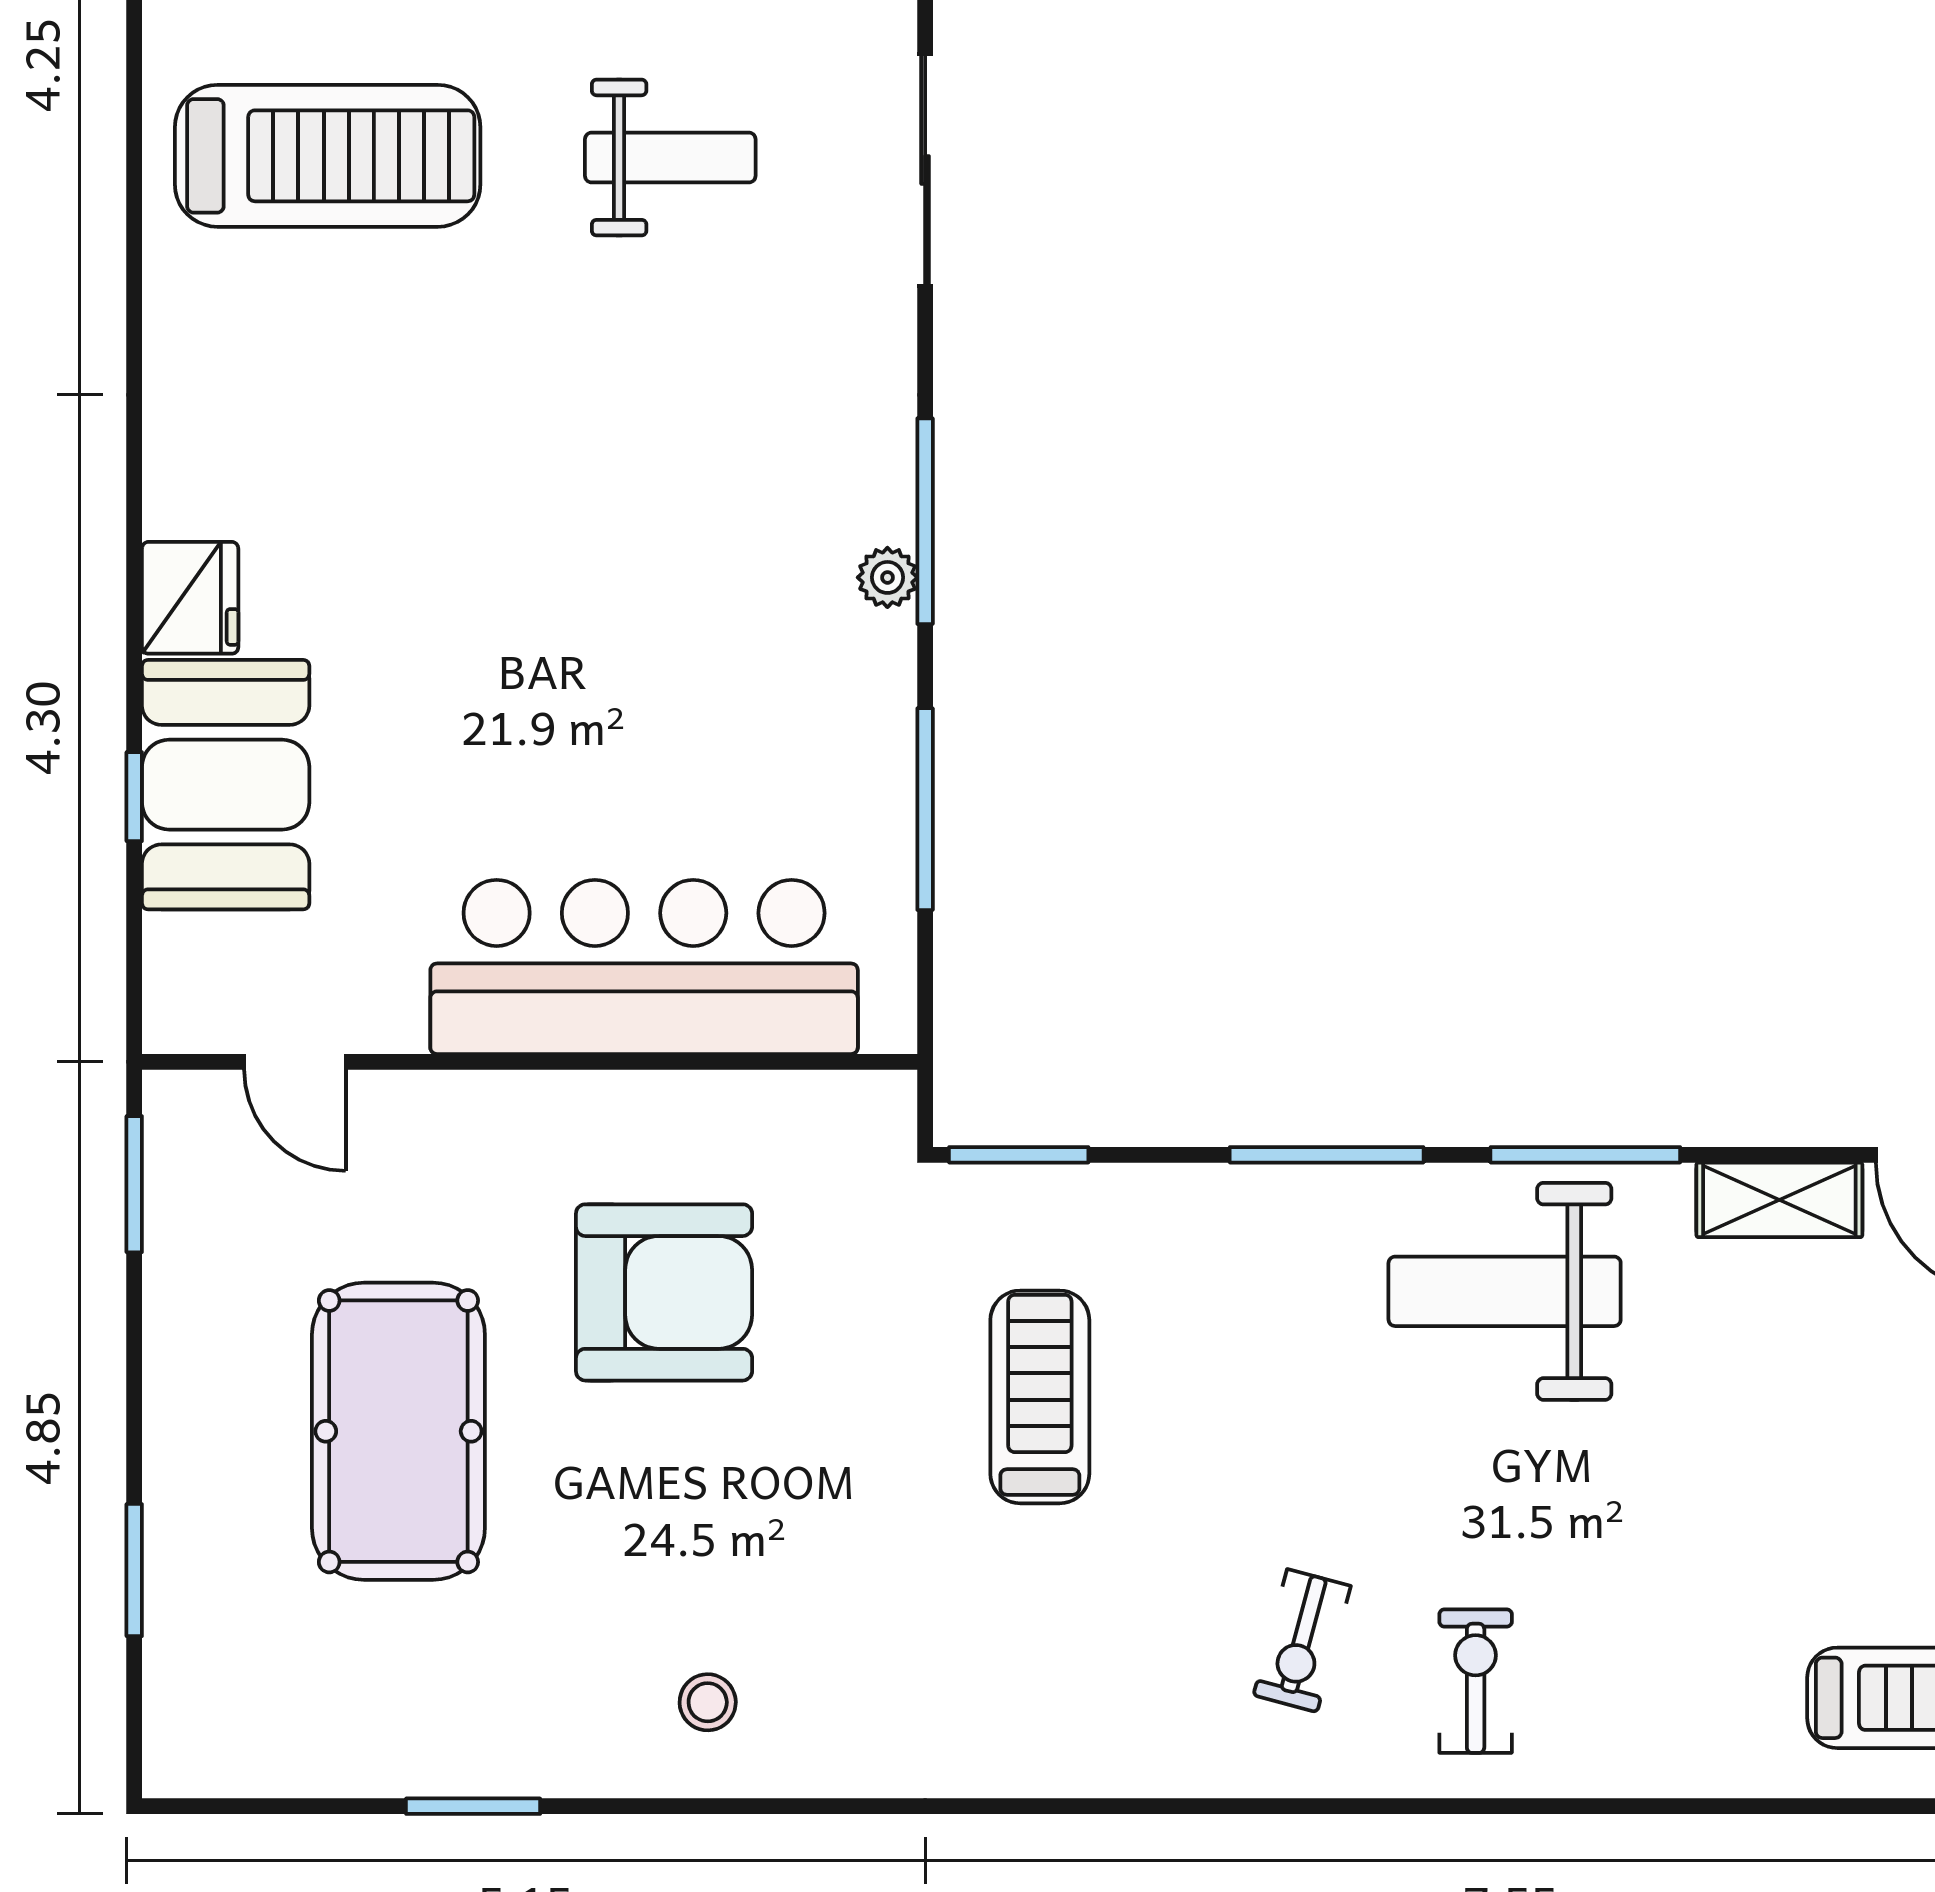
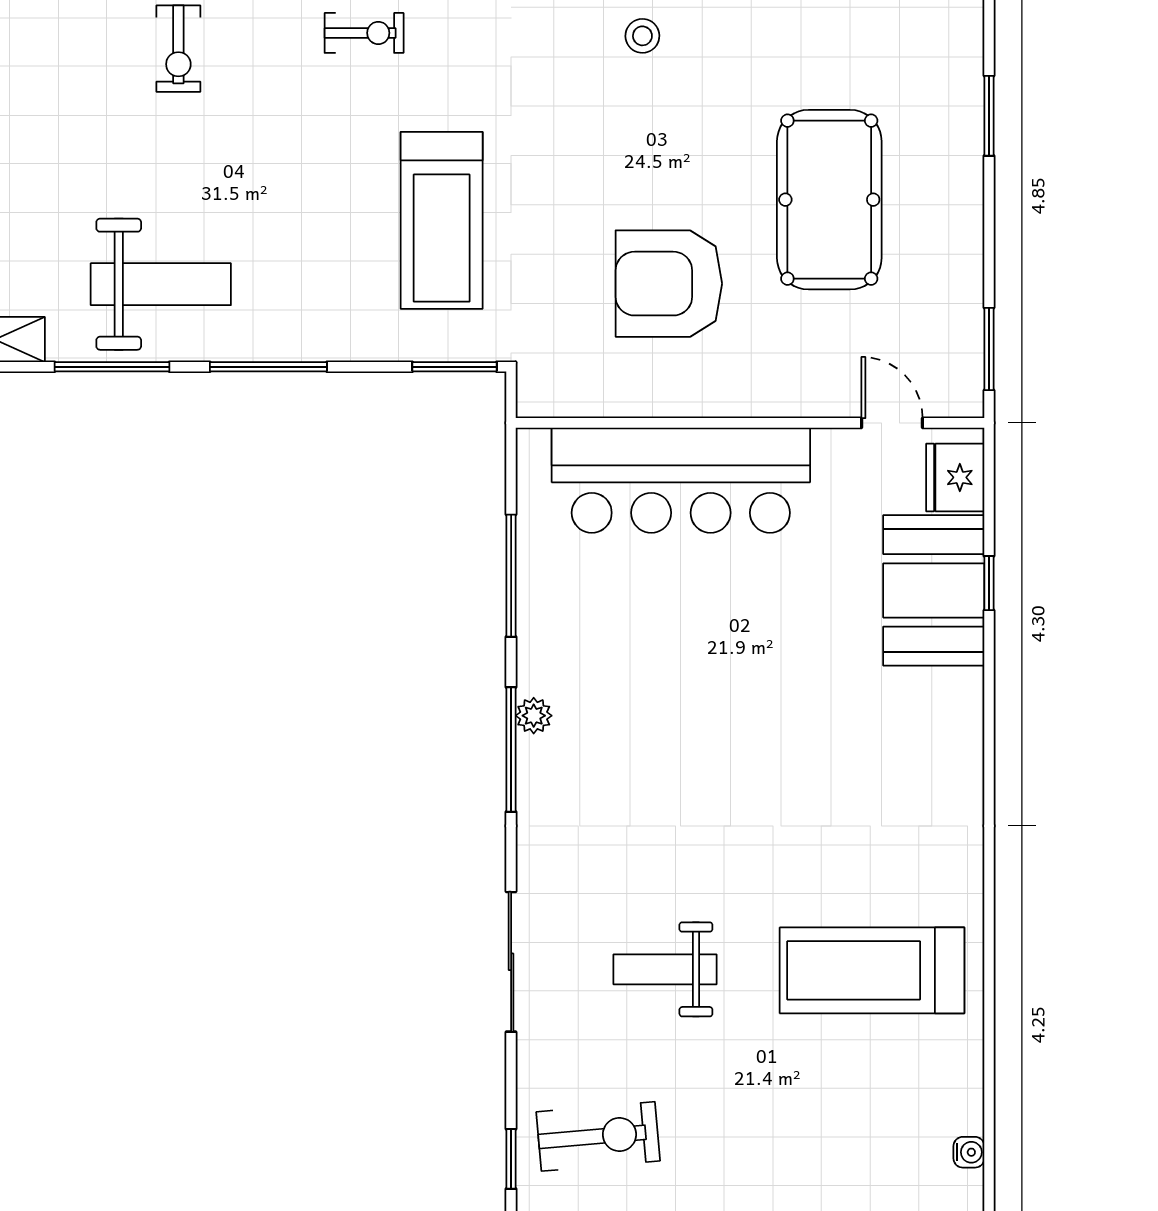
fridge: (190, 598) -> (955, 477), moved
treadmill: (1040, 1397) -> (442, 220), width x1.37, depth x1.38
exercise bike: (1302, 1641) -> (364, 33), moved, turned 75

